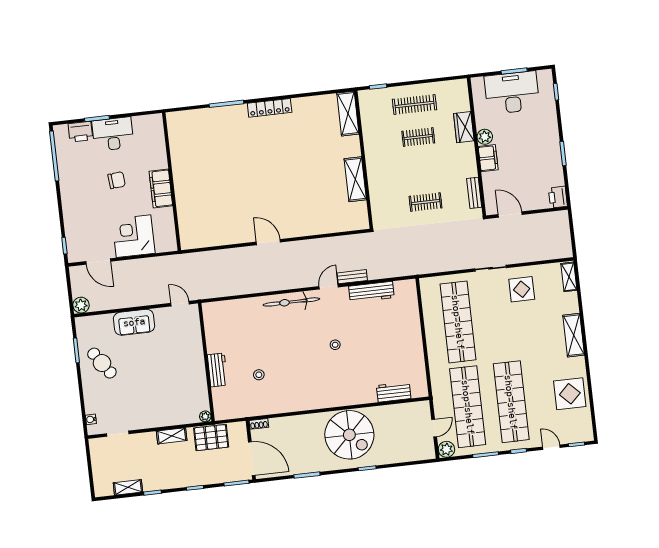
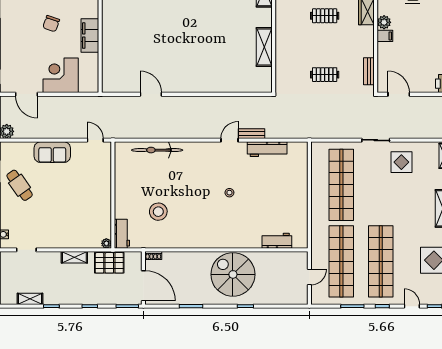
filing cabinet: (488, 158) -> (385, 36), width x0.50
chair: (117, 180) -> (51, 24), turned 114
door: (268, 242) -> (151, 94), moved
bicycle: (291, 302) -> (157, 150), moved
workbench: (217, 370) -> (122, 234), moved
stool: (259, 375) -> (158, 212), width x1.89, depth x1.89
spiral stairs: (349, 435) -> (233, 274), turned 180
plant: (446, 449) -> (318, 297), removed

